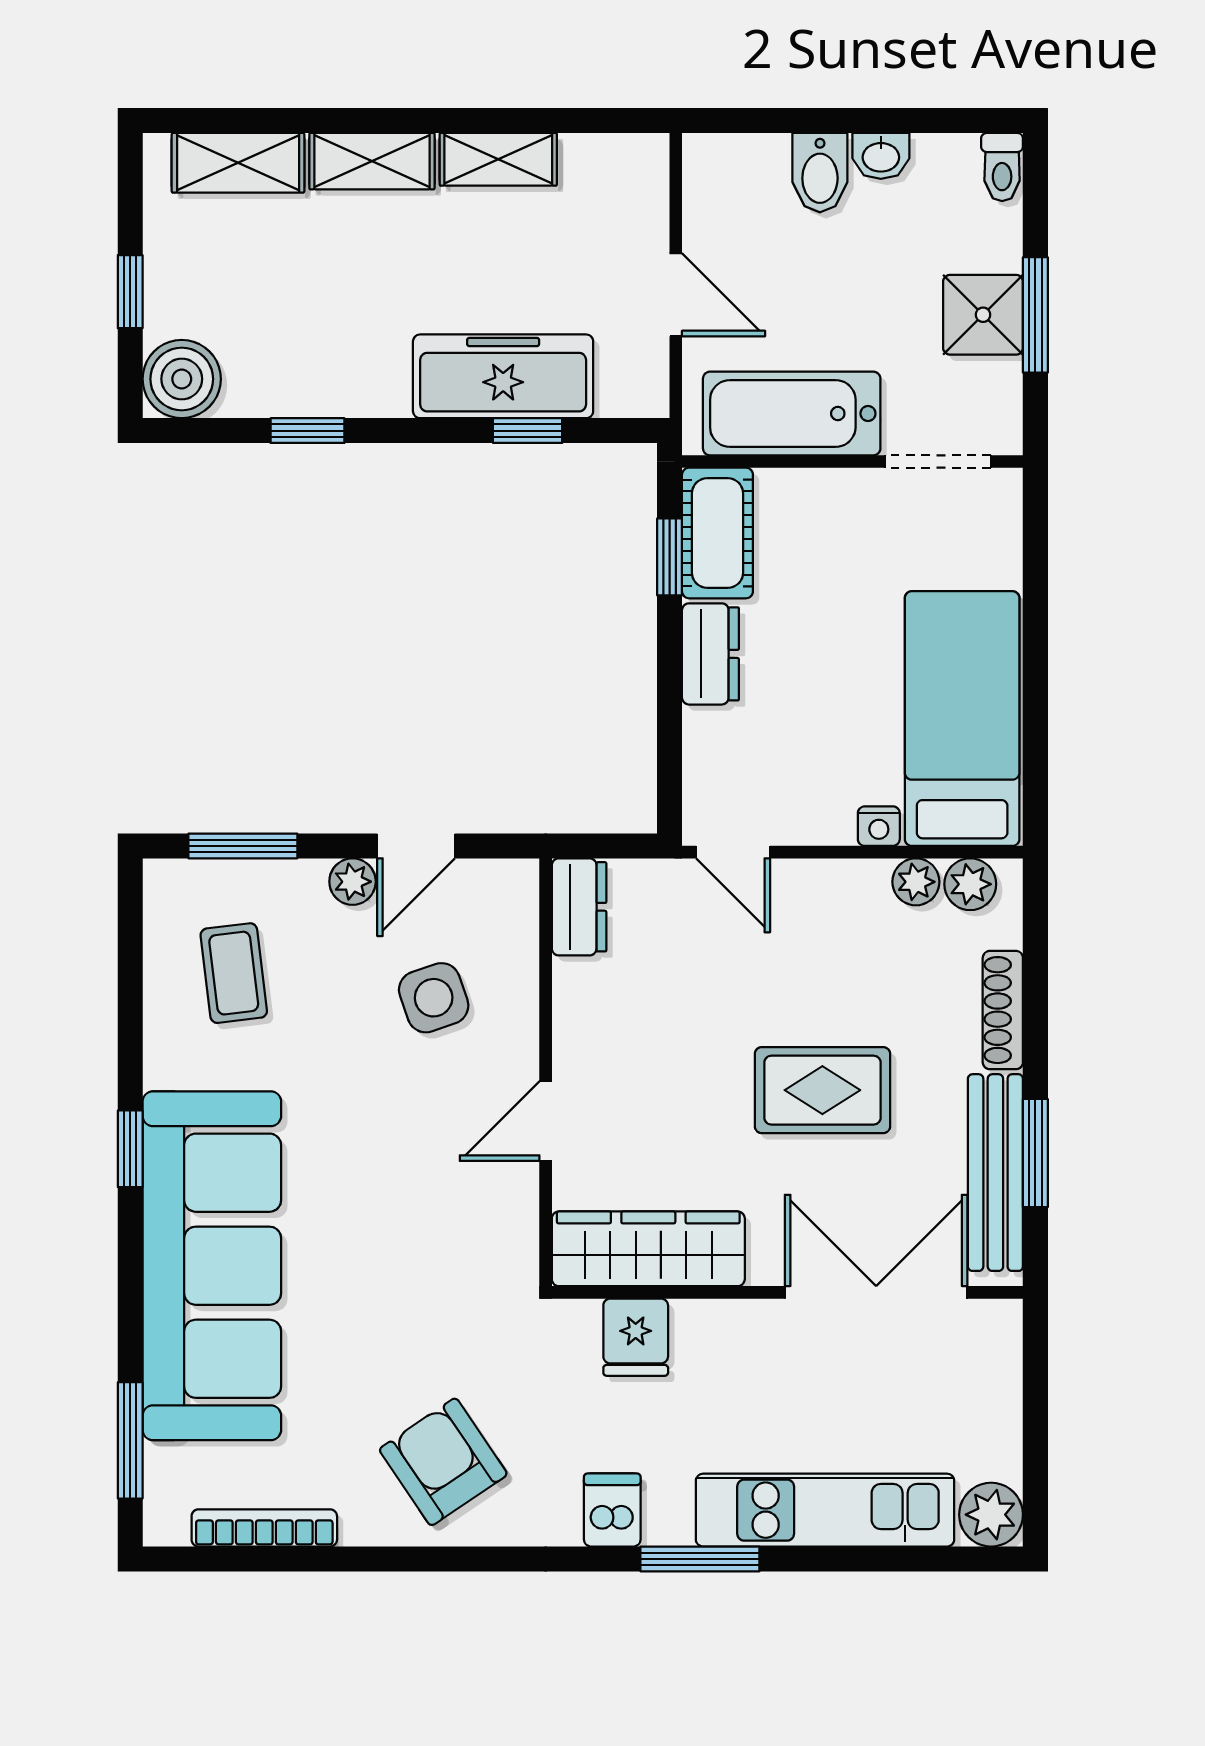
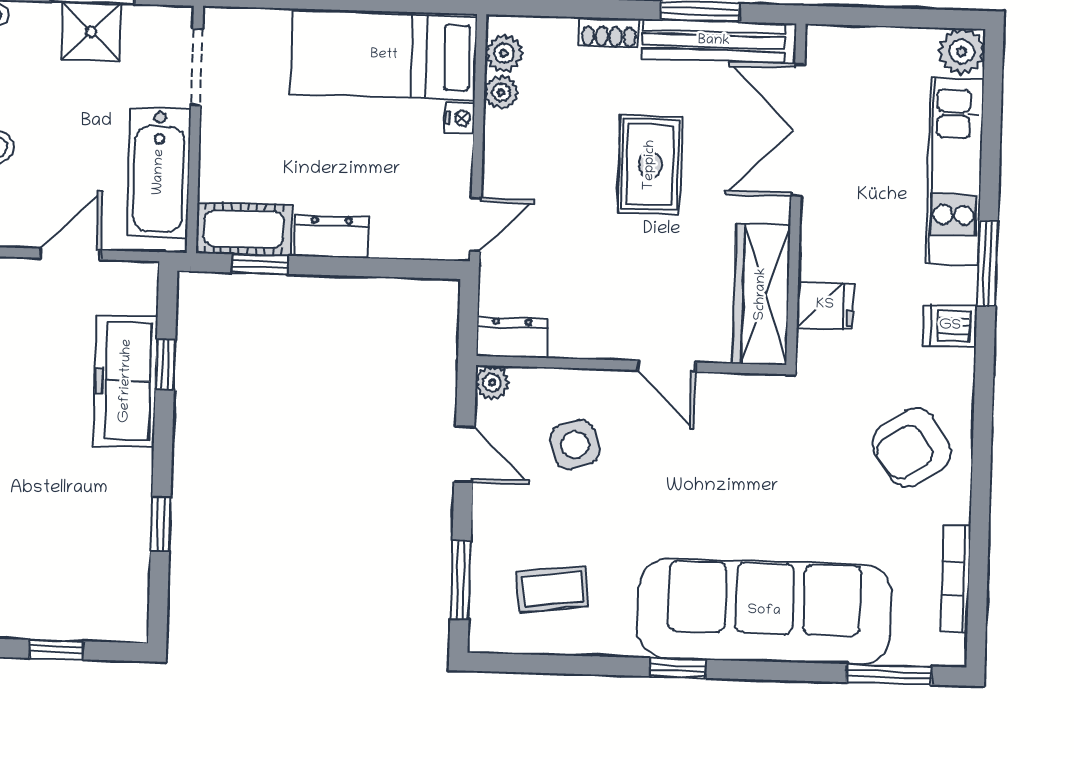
boiler: (182, 379) -> (121, 614), removed
plant: (353, 882) -> (492, 382), moved
shoe rack: (1003, 1010) -> (609, 33), width x0.70

